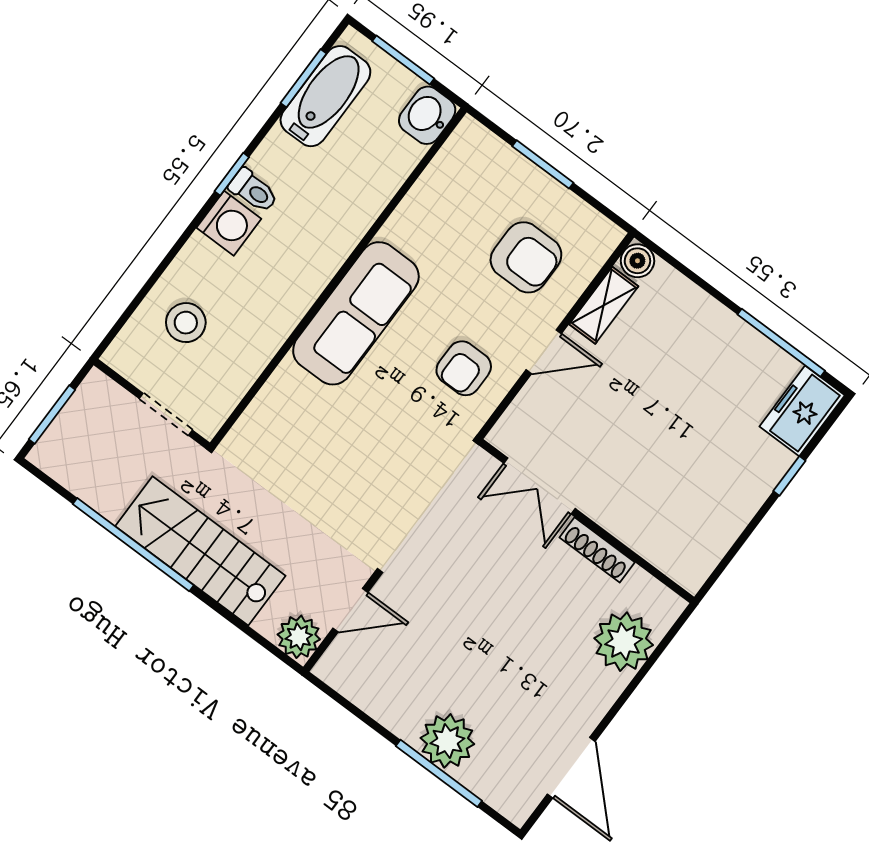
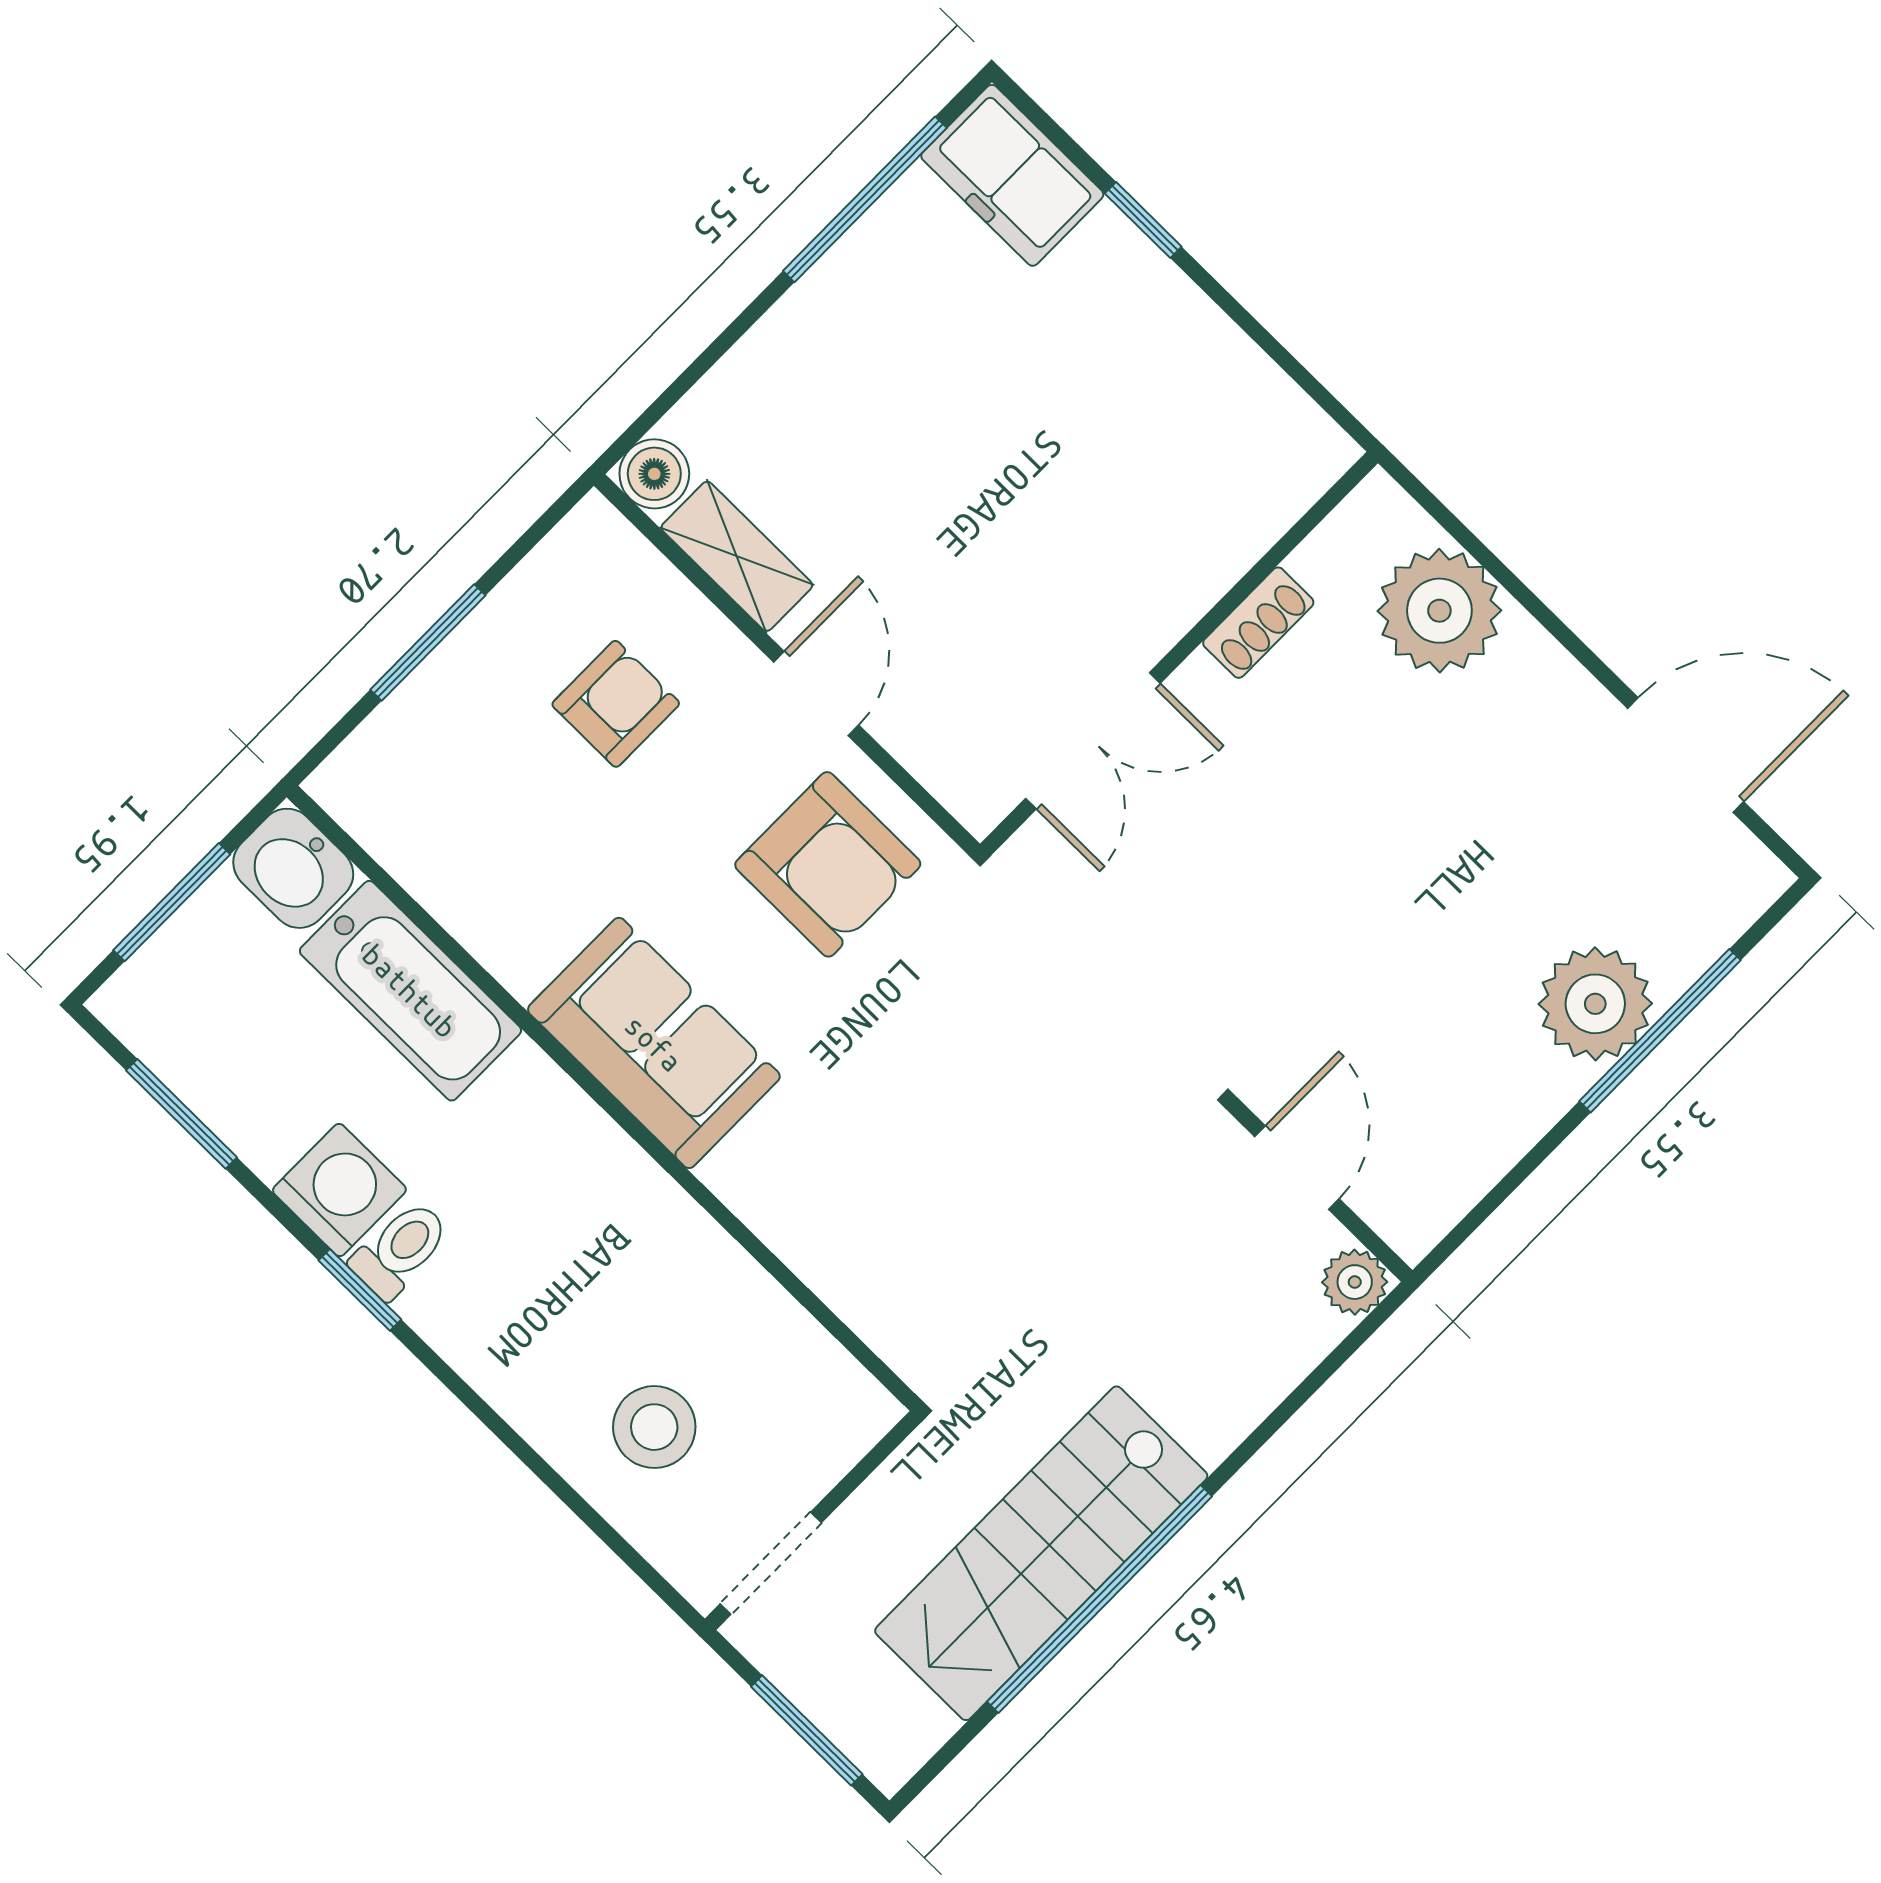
bathtub: (325, 96) -> (410, 991), moved, turned 180
washing machine: (229, 223) -> (339, 1190), moved
armchair: (526, 257) -> (616, 704), width x0.72, depth x0.72
sofa: (356, 313) -> (654, 1043), width x0.73
armchair: (464, 368) -> (828, 864), width x1.38, depth x1.38
doorway: (166, 414) -> (771, 1563), moved
shoe rack: (597, 550) -> (1258, 623), width x0.70
stairs: (200, 551) -> (1041, 1553), moved
plant: (299, 637) -> (1355, 1282), width x0.73, depth x0.73

